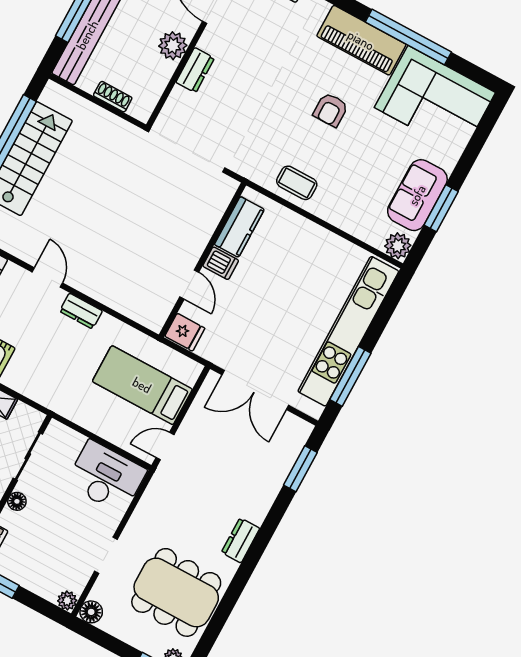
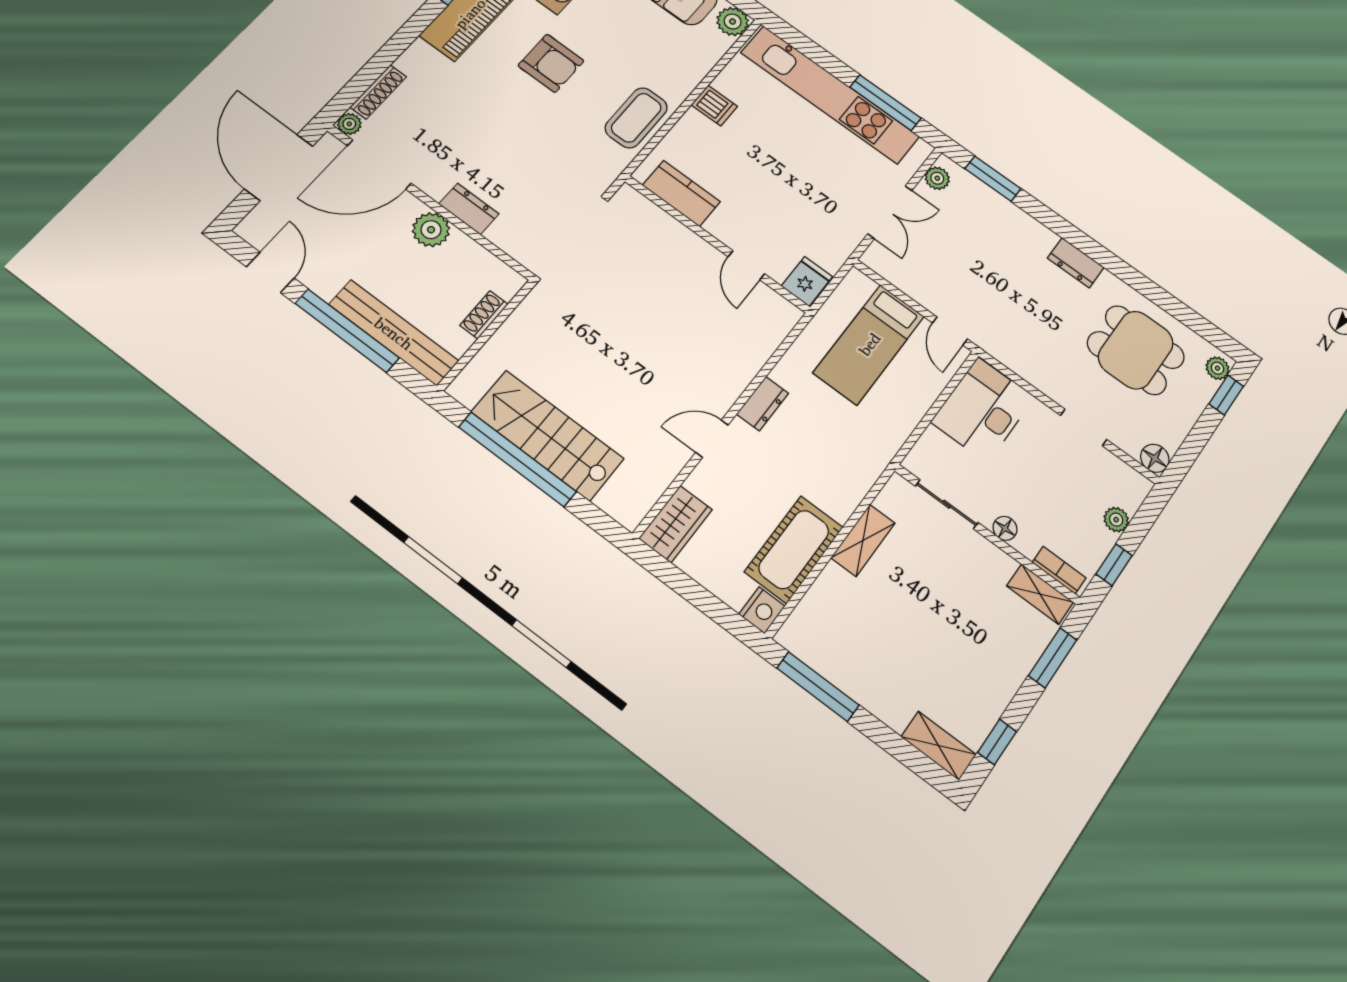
armchair: (331, 110) -> (551, 63), width x1.38, depth x1.38
coffee table: (297, 183) -> (636, 118), width x1.36, depth x1.30
dishwasher: (221, 263) -> (714, 106), moved, turned 90
door: (189, 285) -> (746, 265), swing flipped
double door: (255, 390) -> (890, 212), width x0.73
plant: (292, 424) -> (937, 178), added
dining table: (176, 592) -> (1136, 350), width x0.73
plant: (67, 601) -> (1116, 520), moved

